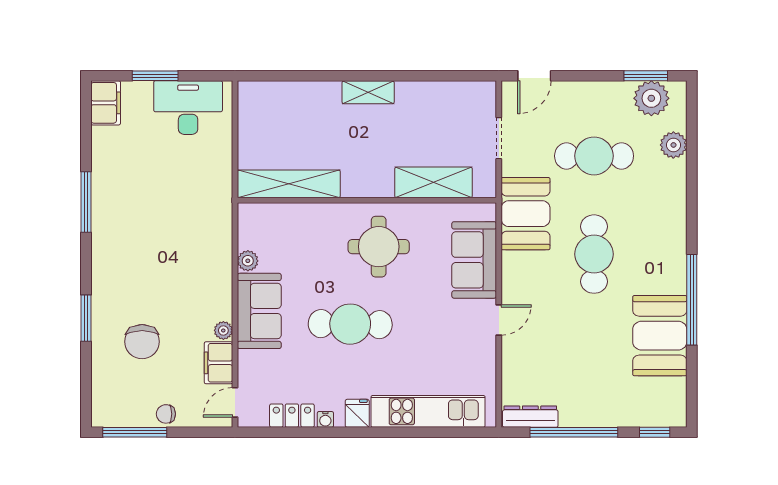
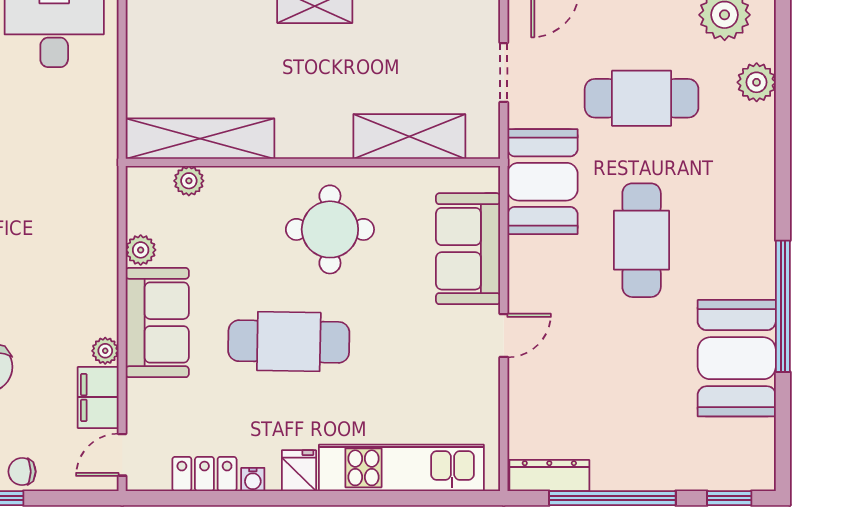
plant: (281, 213) -> (189, 181), added

